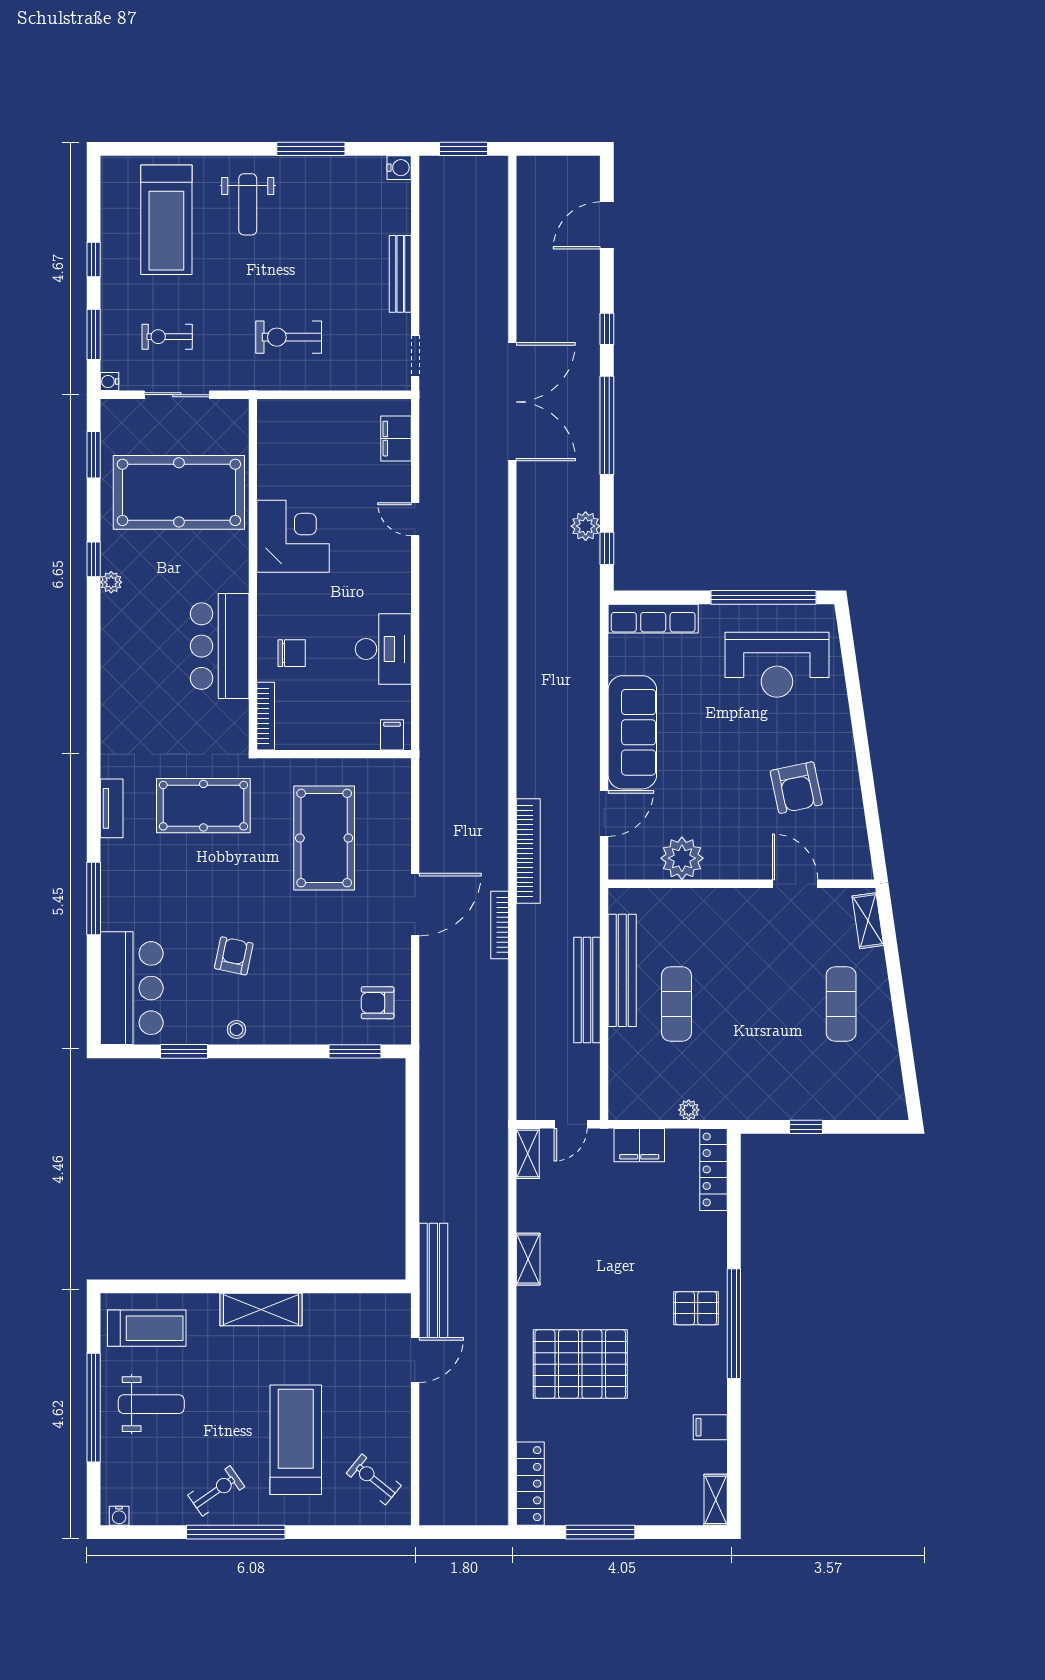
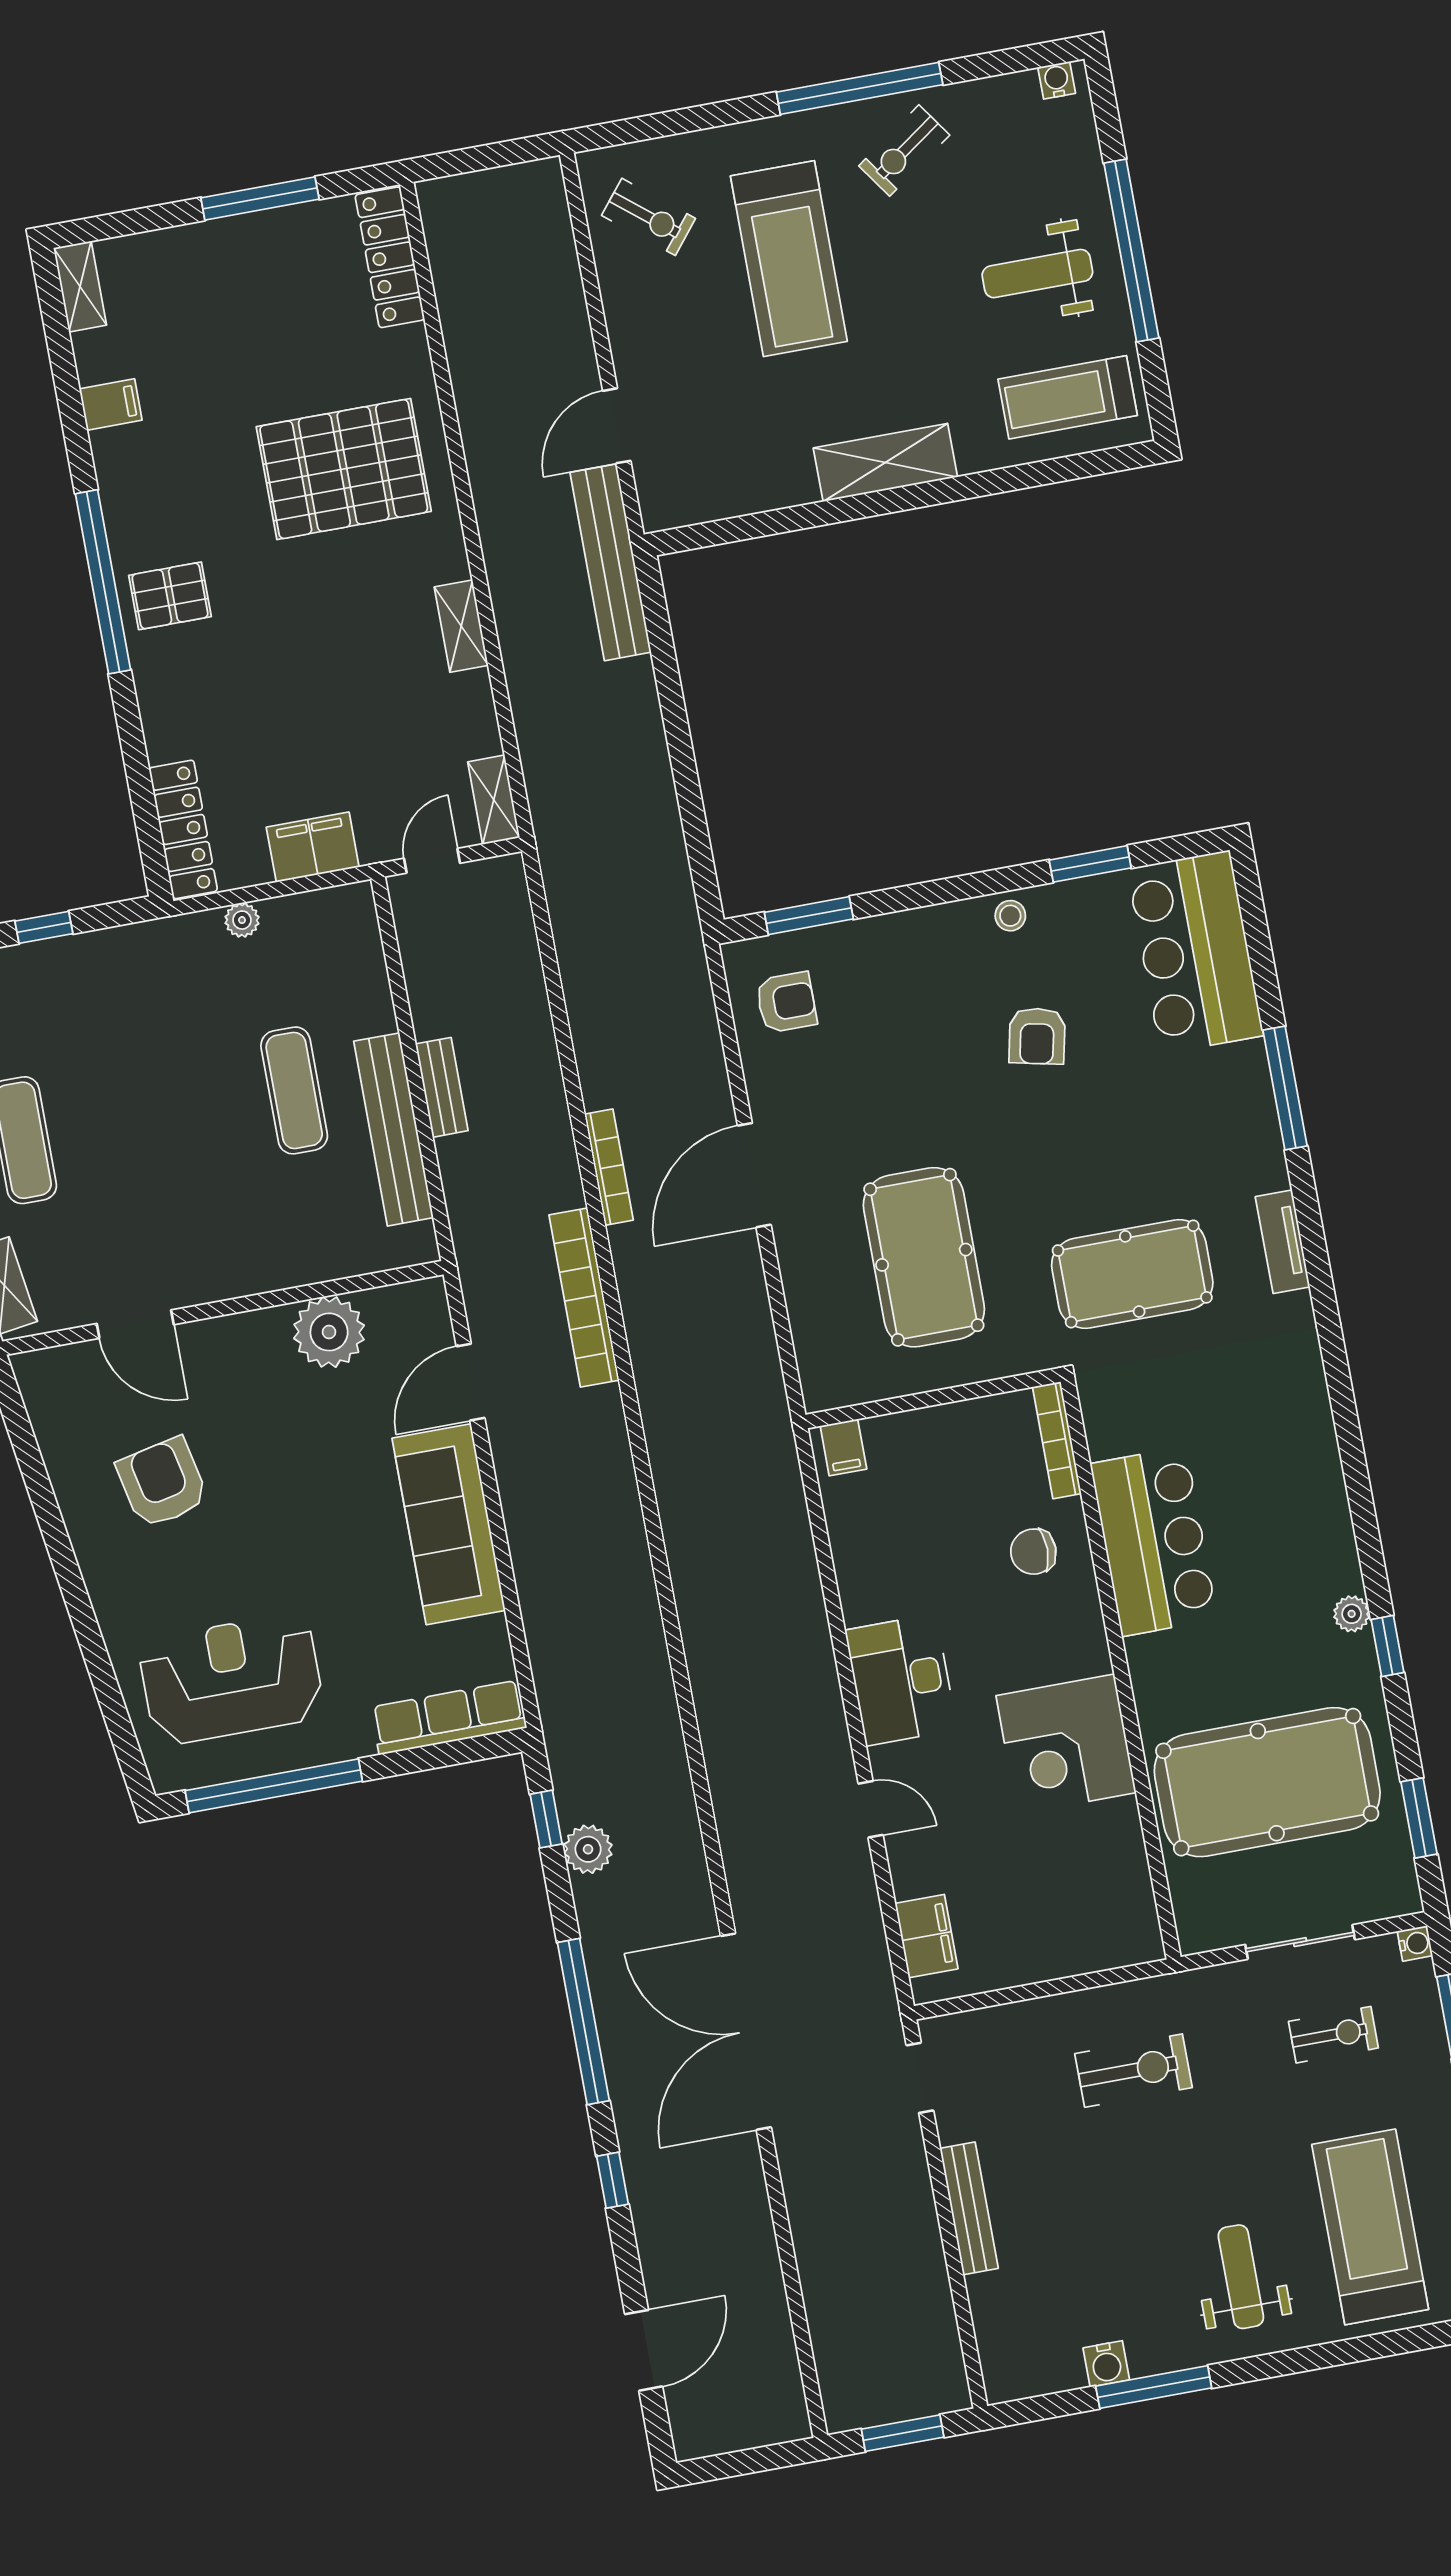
water cooler: (399, 168) -> (1106, 2364), moved, turned -90
desk: (383, 649) -> (901, 1680), moved
bench: (587, 990) -> (442, 1087), width x0.54, depth x0.82

